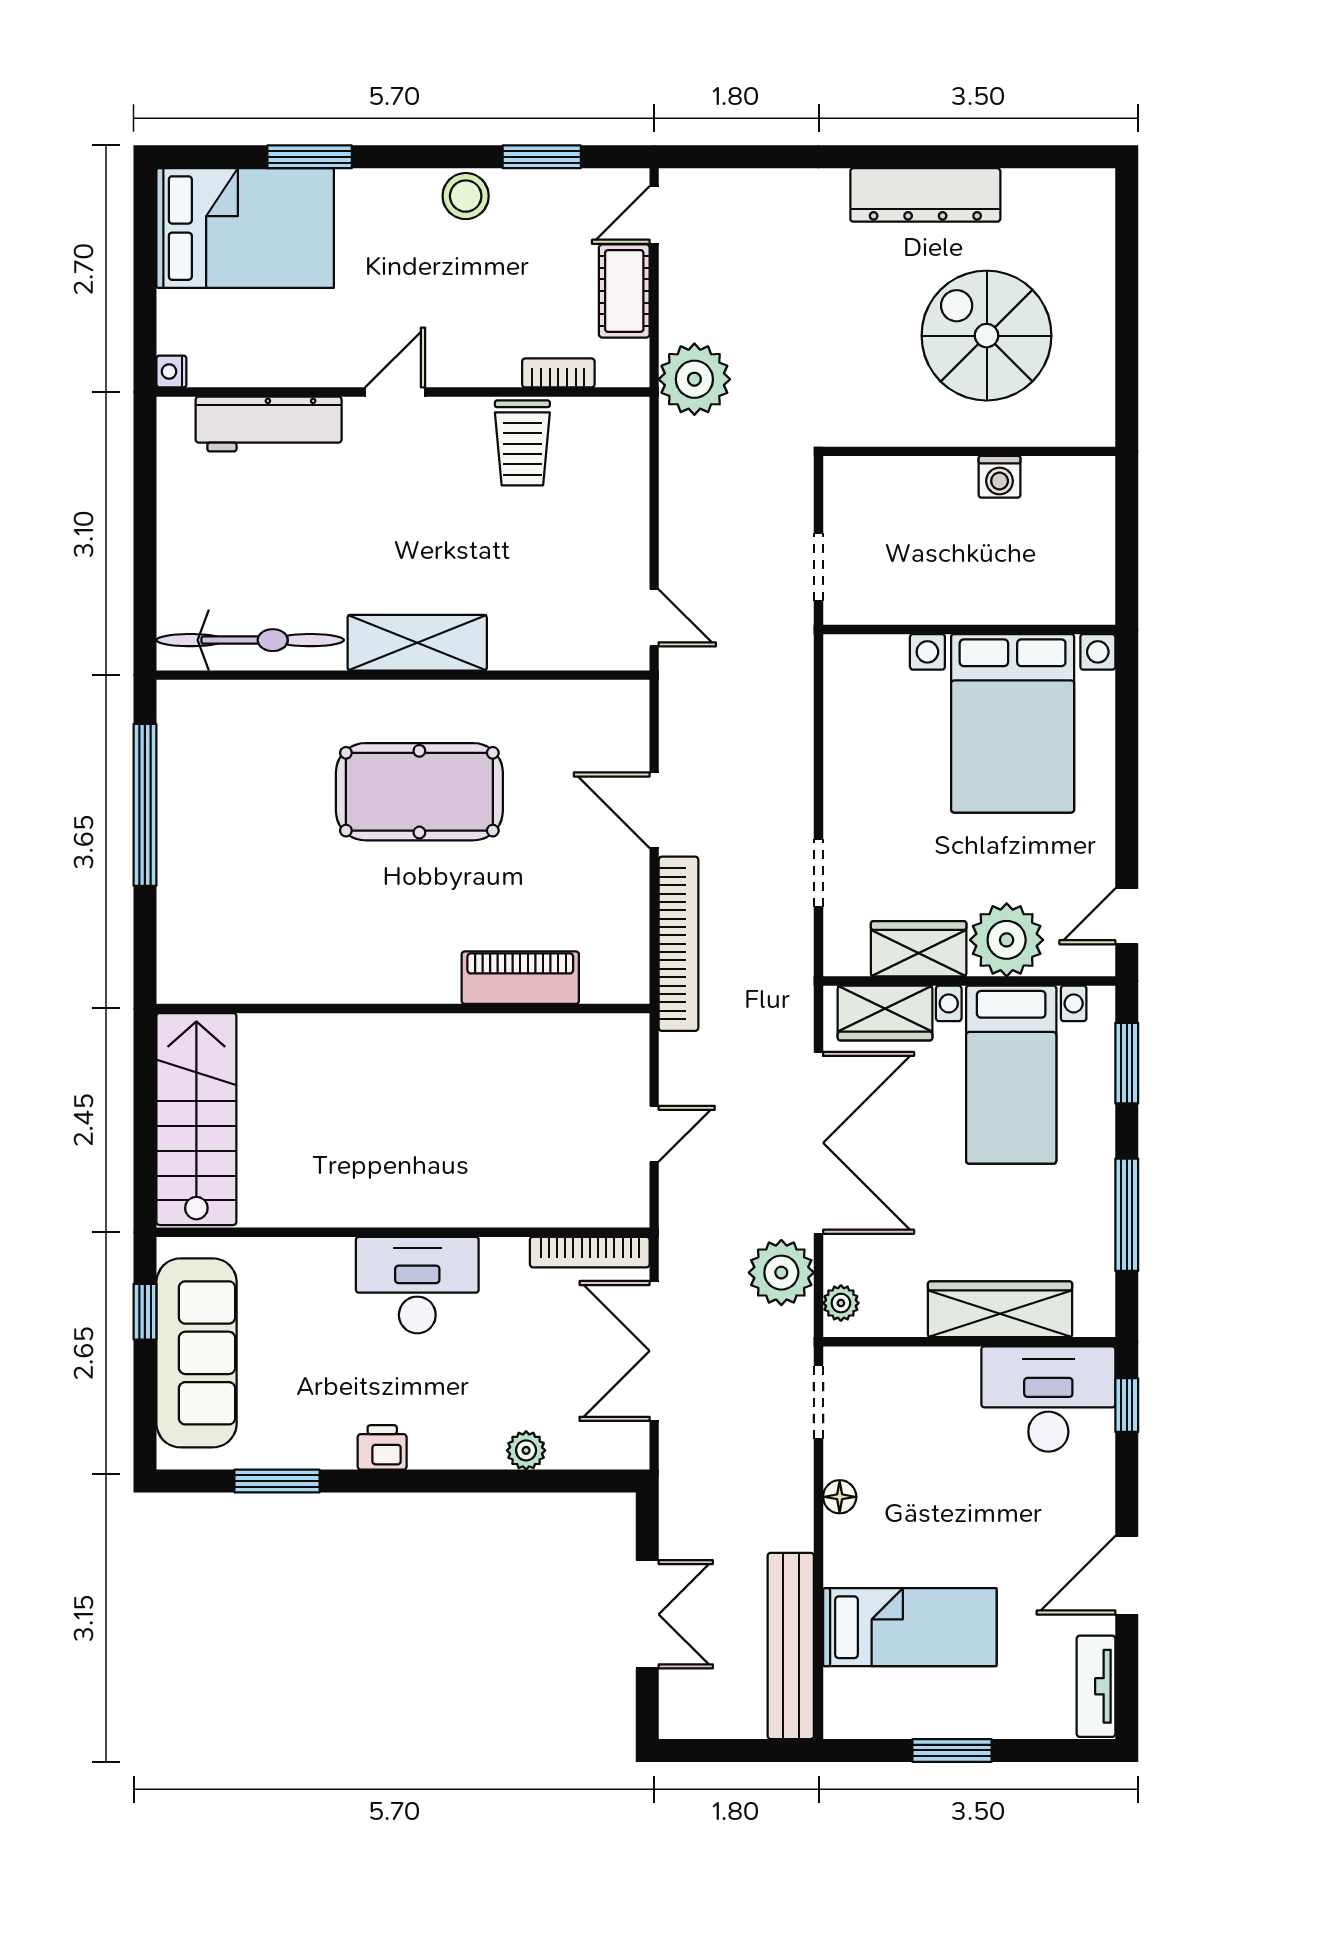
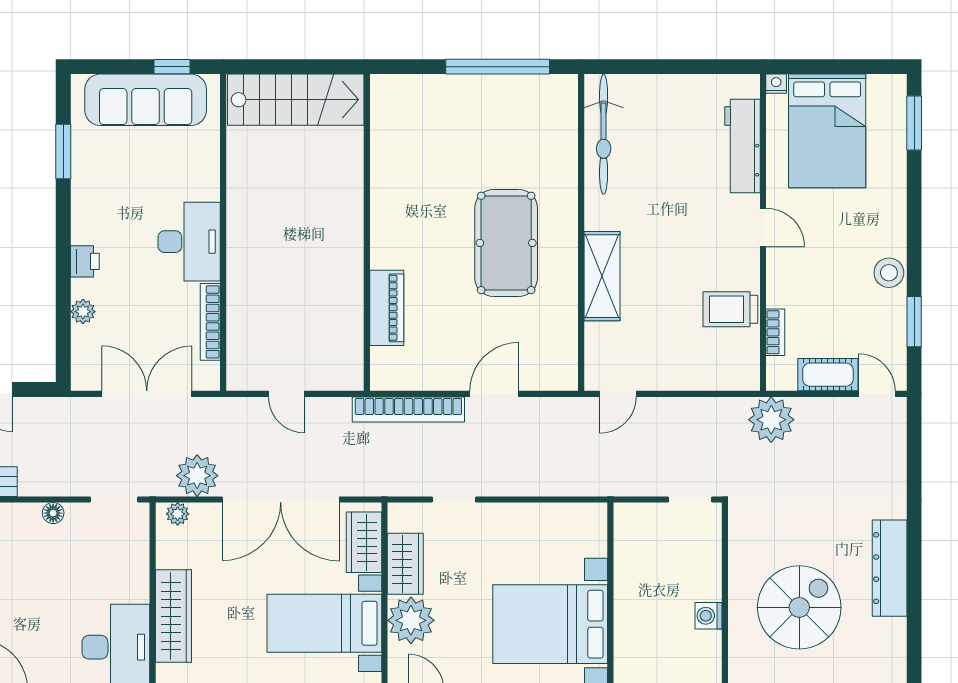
window: (310, 157) -> (914, 123), moved
bed: (245, 228) -> (827, 131), moved
doorway: (819, 567) -> (690, 499), moved
shelving: (417, 643) -> (602, 276), moved
bookcase: (590, 1252) -> (210, 322), moved
printer: (382, 1447) -> (85, 261), moved

